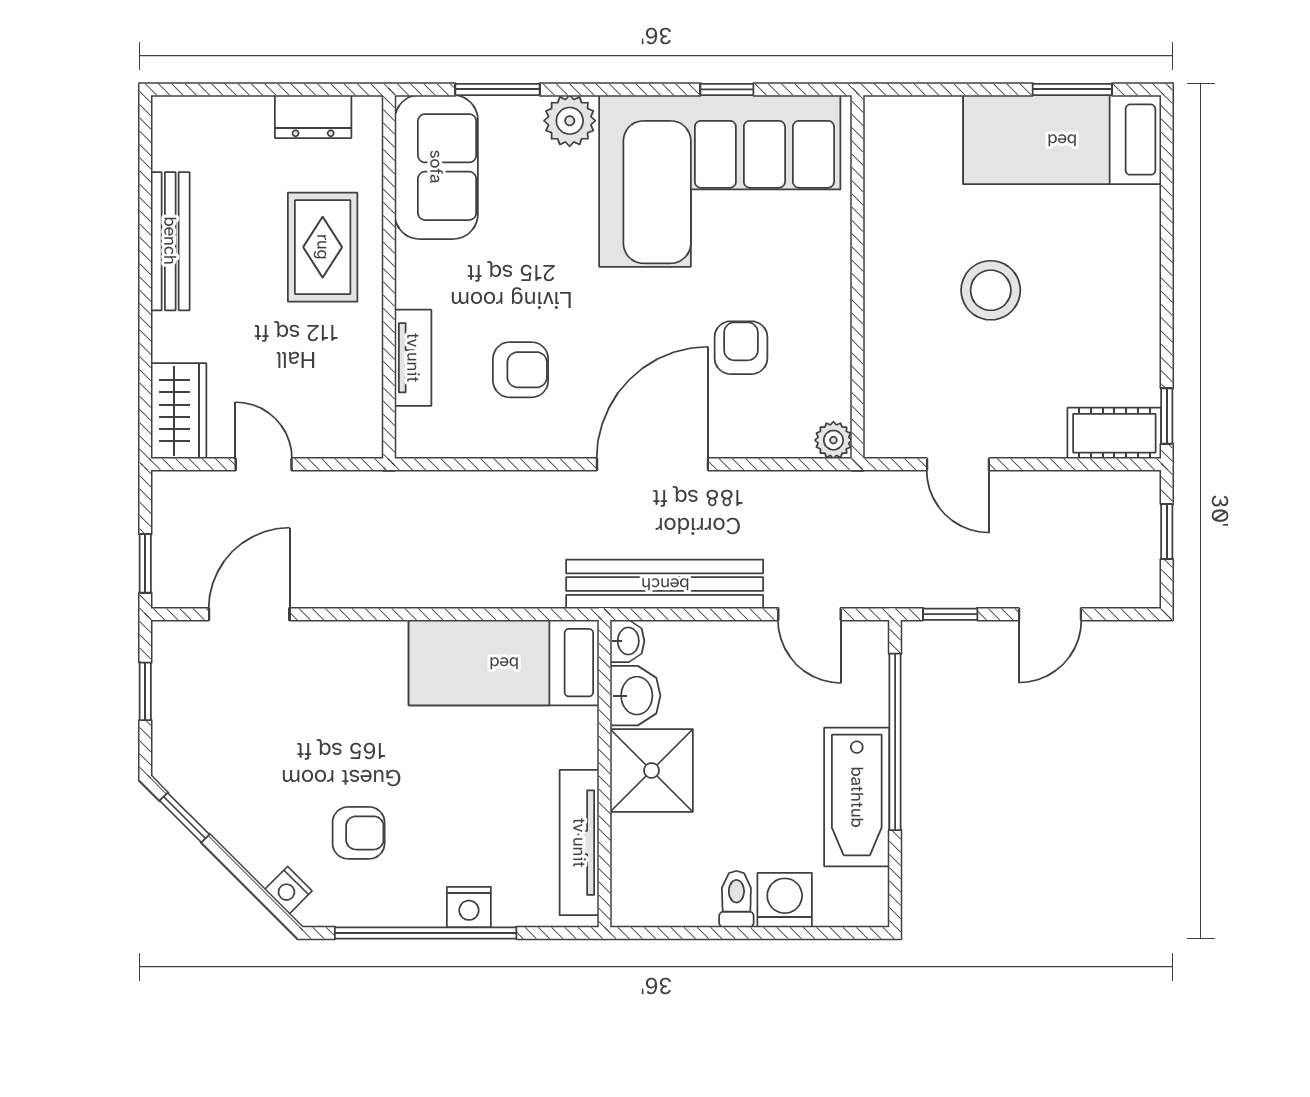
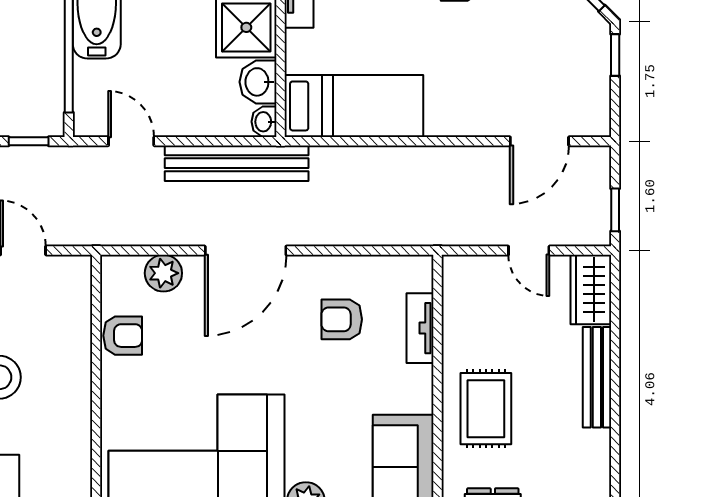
bench: (170, 241) -> (597, 377), moved
armchair: (741, 348) -> (123, 336), moved, turned -90
plant: (833, 440) -> (163, 273), moved, width x1.38, depth x1.38
window: (145, 563) -> (615, 210), moved
window: (145, 691) -> (615, 55), moved

